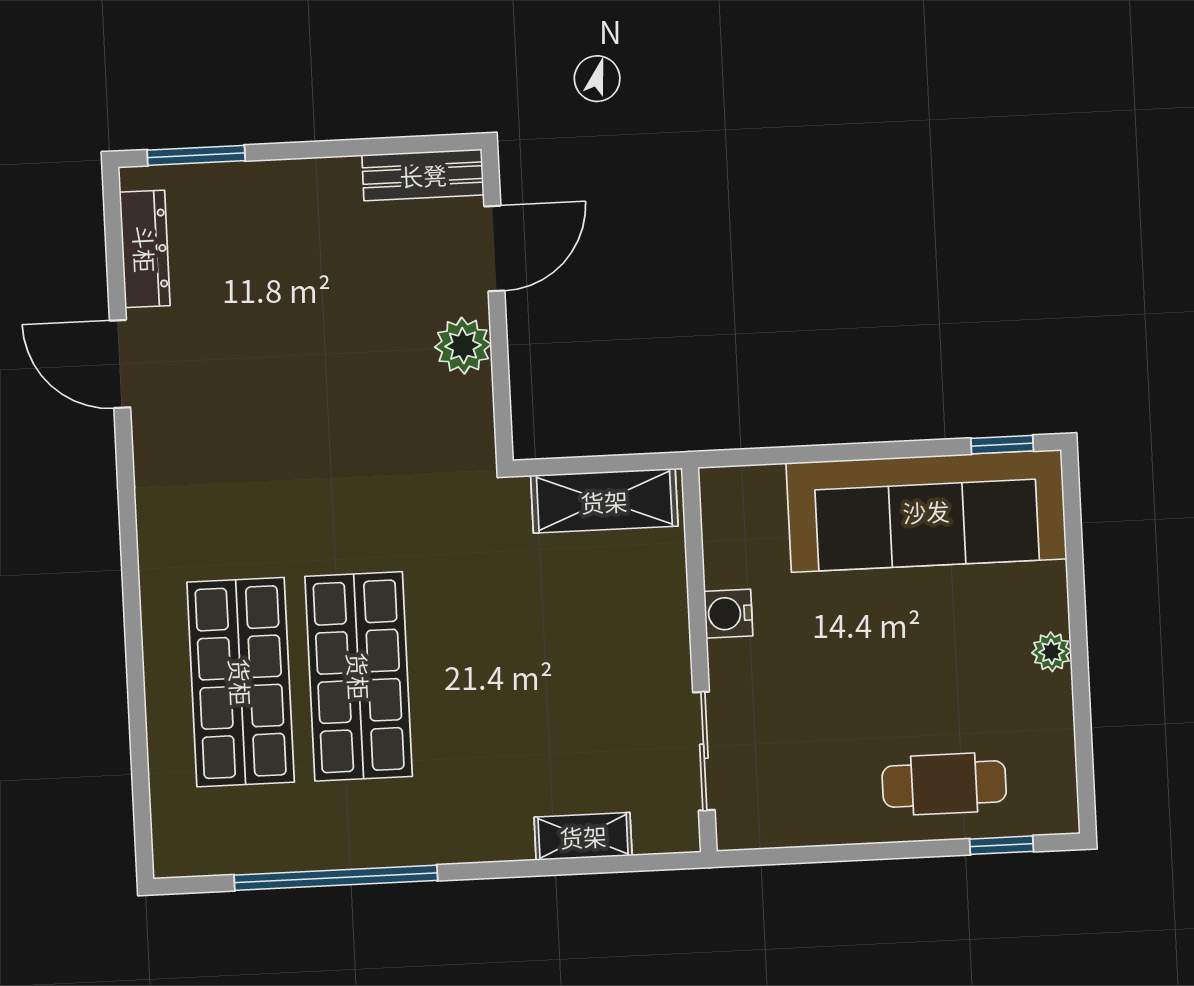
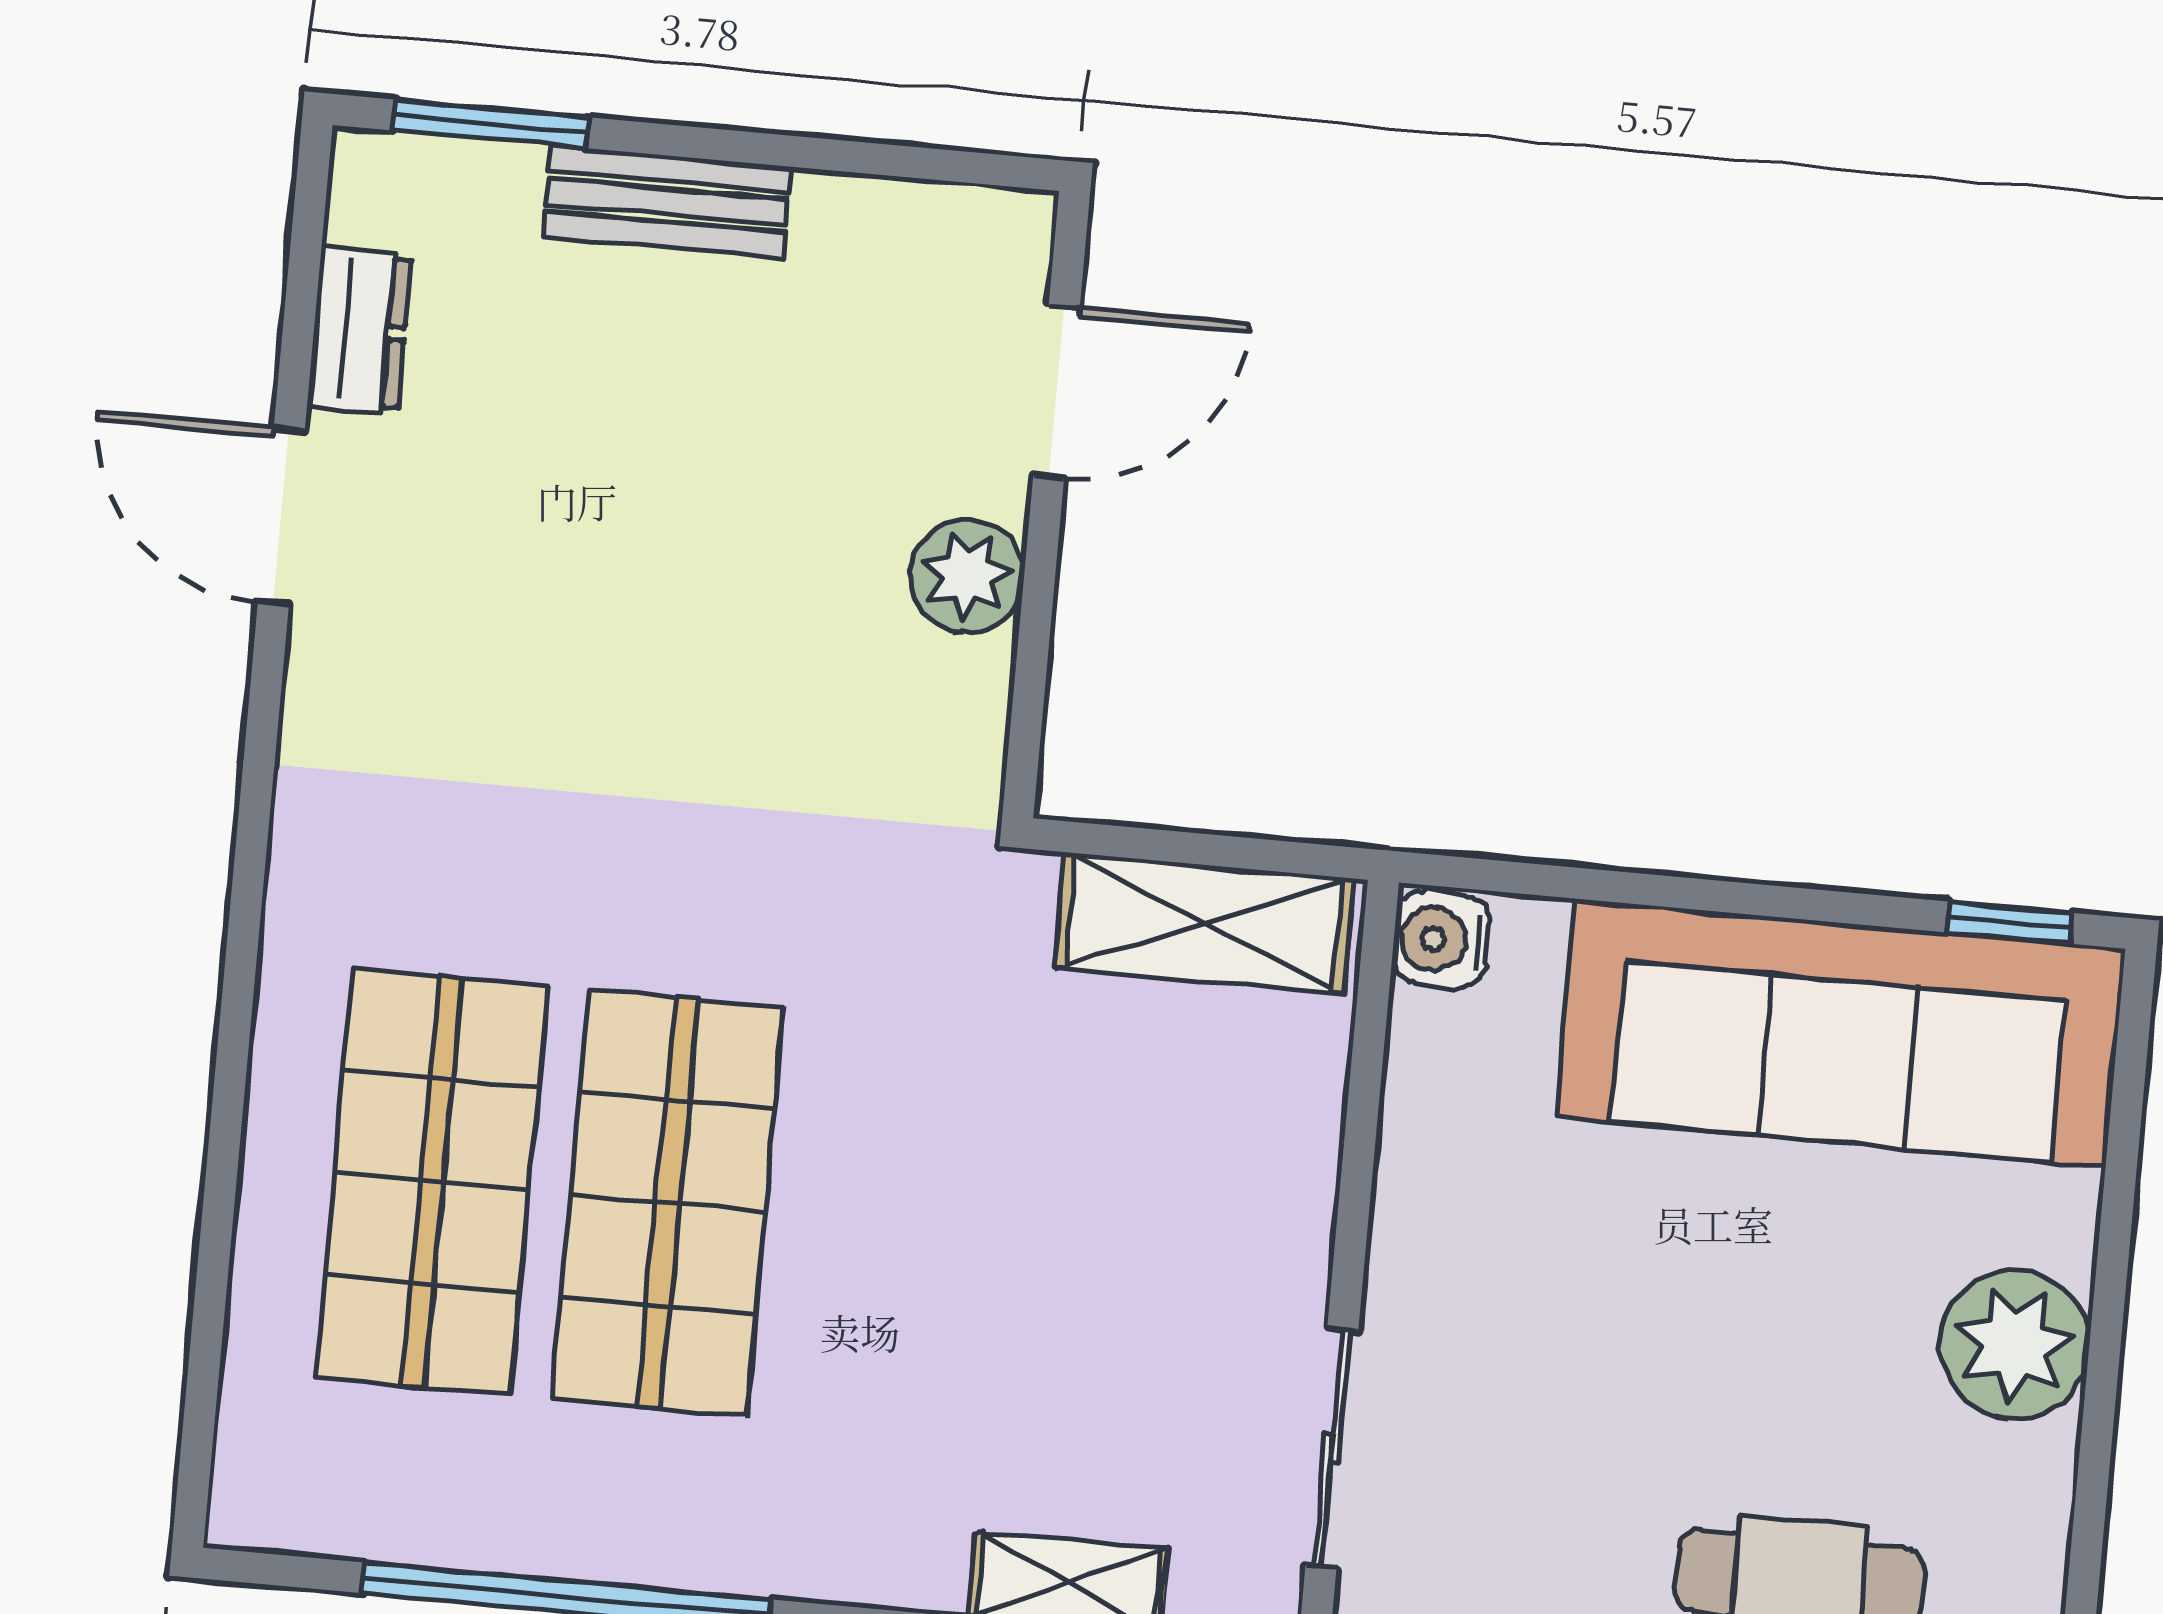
bench: (423, 175) -> (667, 202), moved
dresser: (145, 249) -> (359, 330), width x0.70
water cooler: (728, 614) -> (1441, 939), moved
plant: (1051, 652) -> (2015, 1344), width x1.88, depth x1.88

